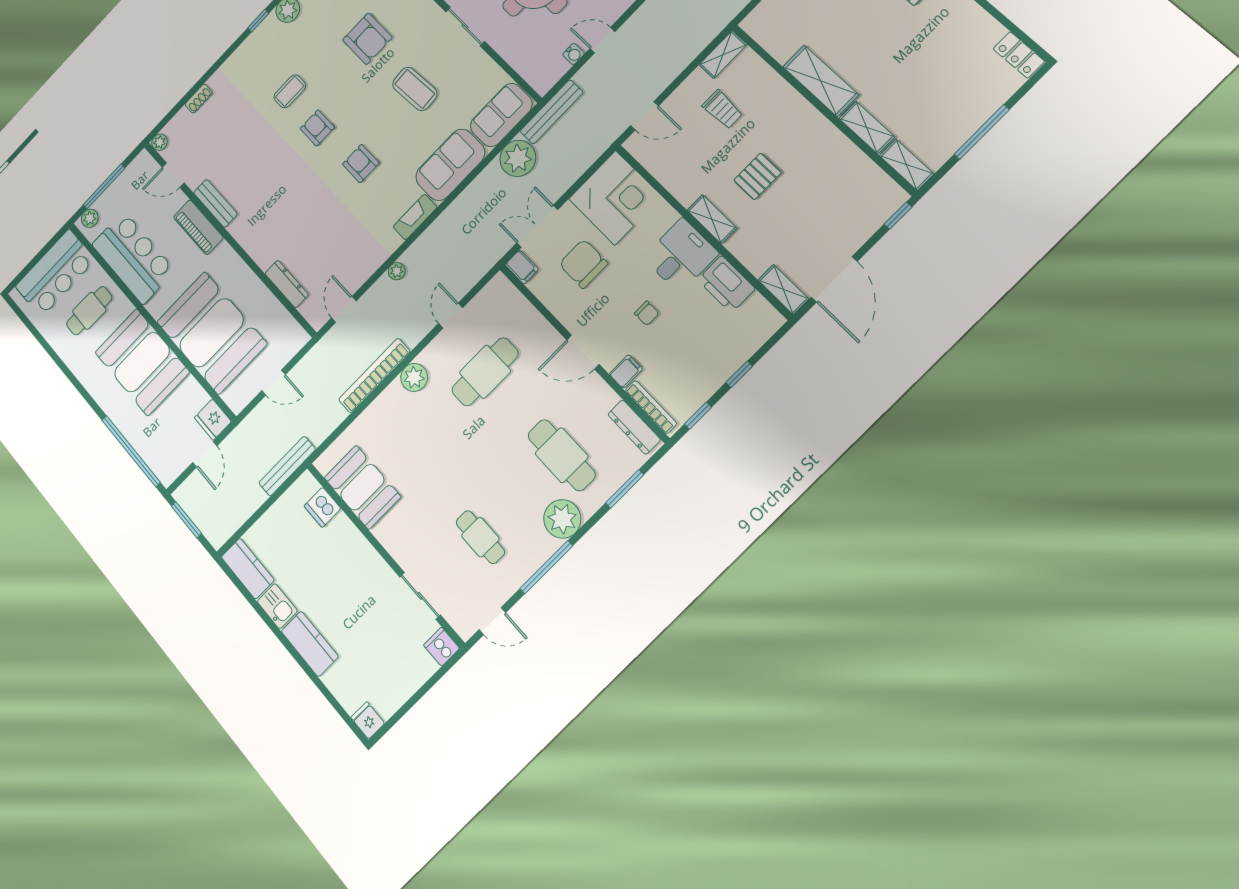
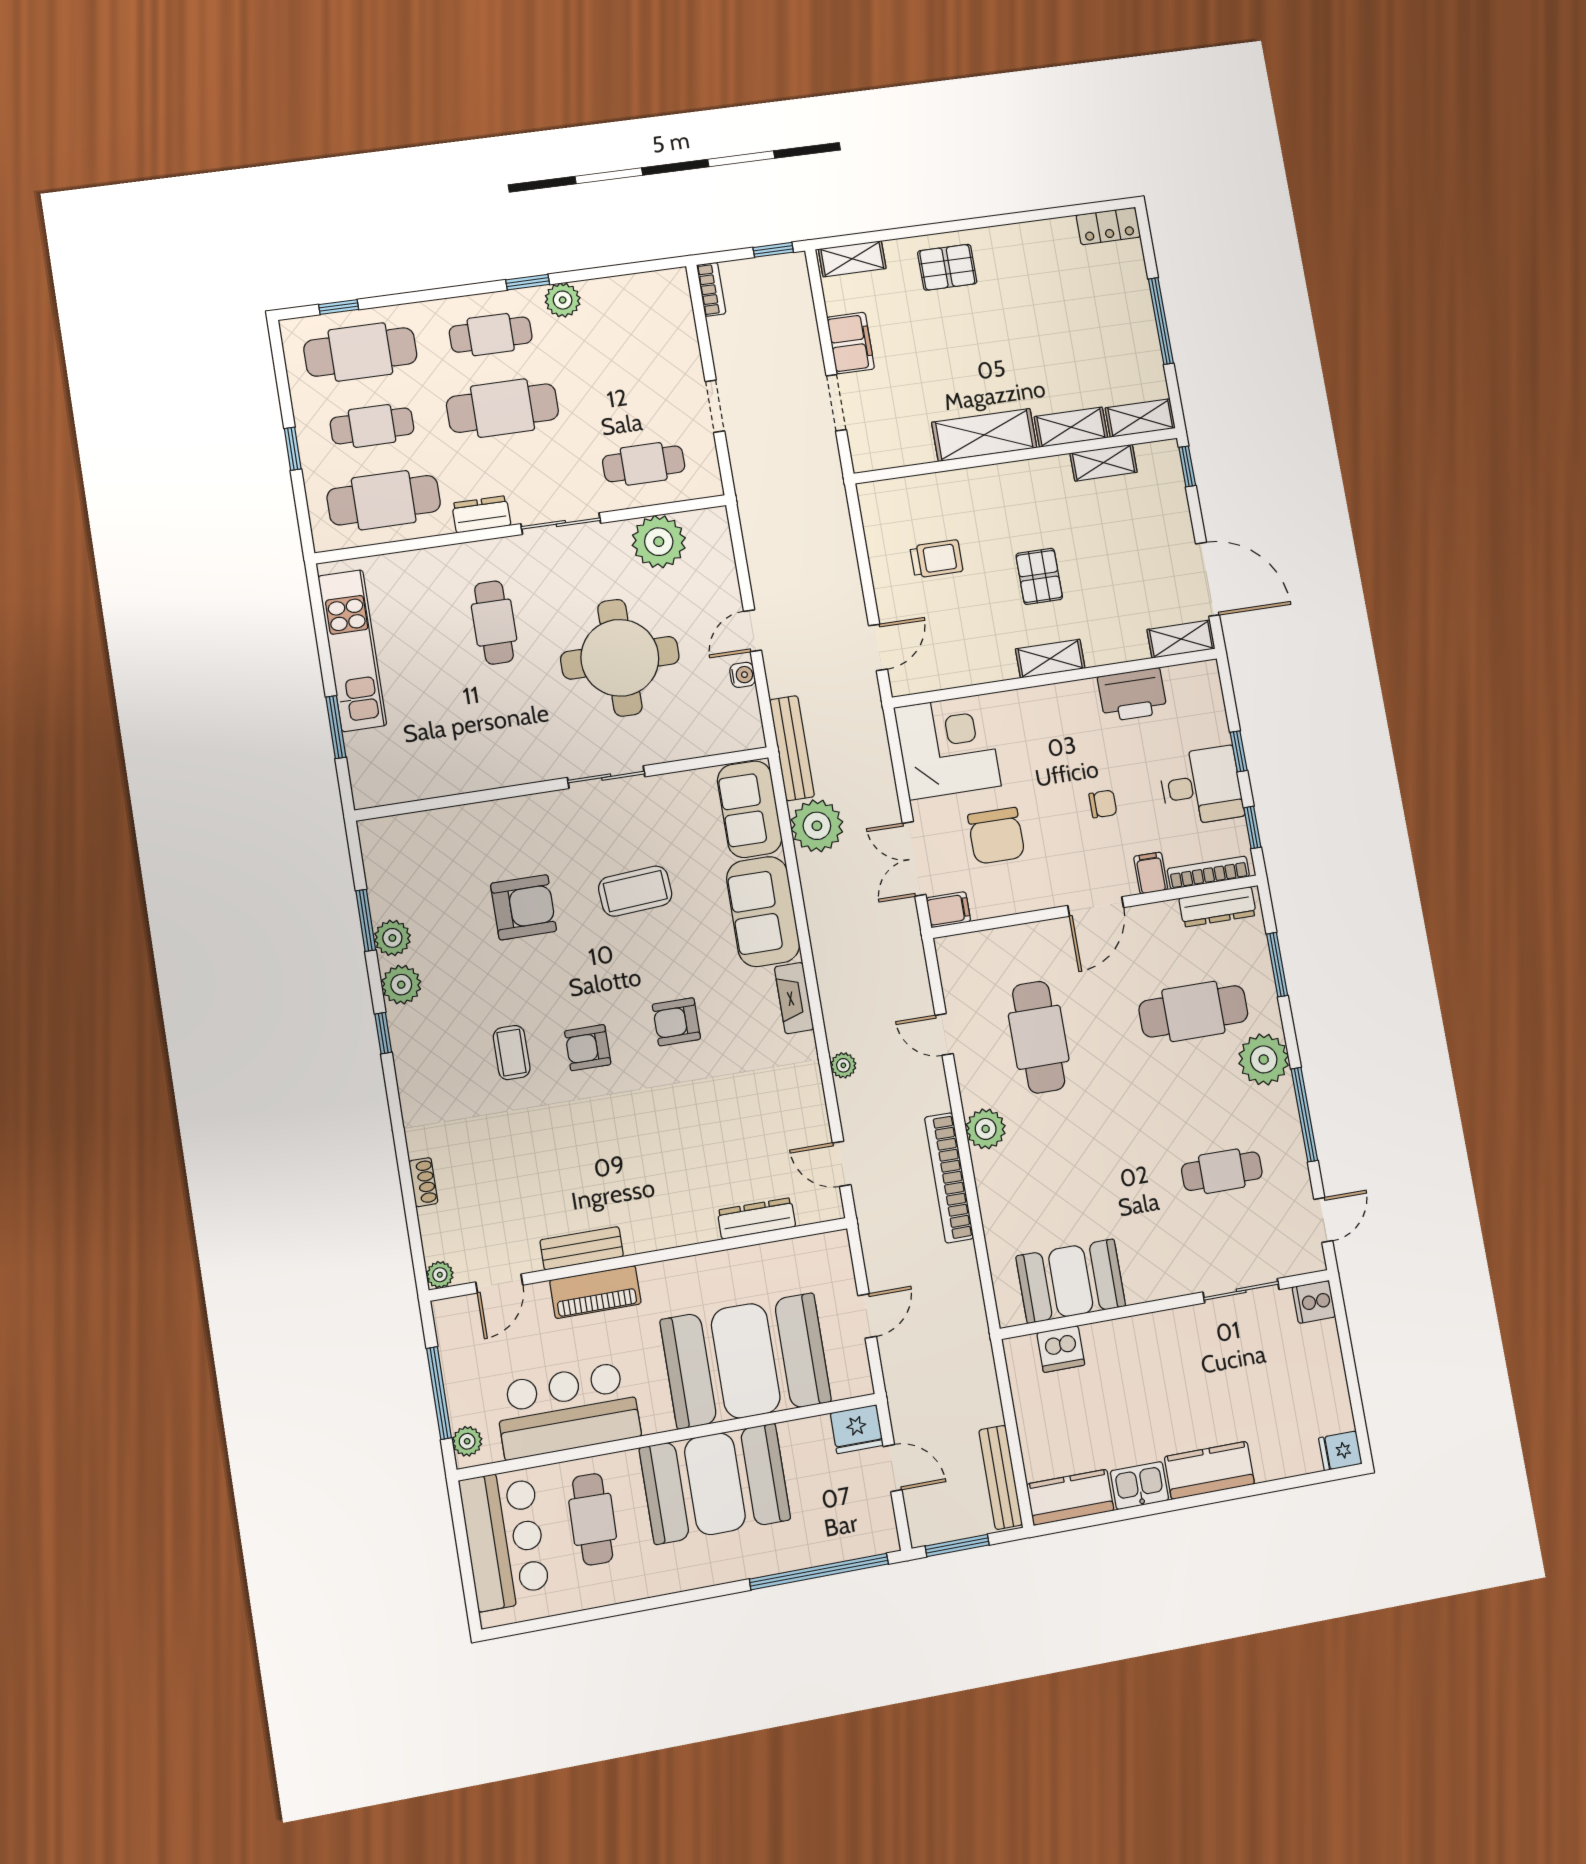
shelving: (723, 55) -> (1104, 463), moved, turned 90
desk: (681, 255) -> (1201, 786), moved, turned 90
chair: (583, 264) -> (996, 836), turned -90
bench: (287, 466) -> (1001, 1477), moved

